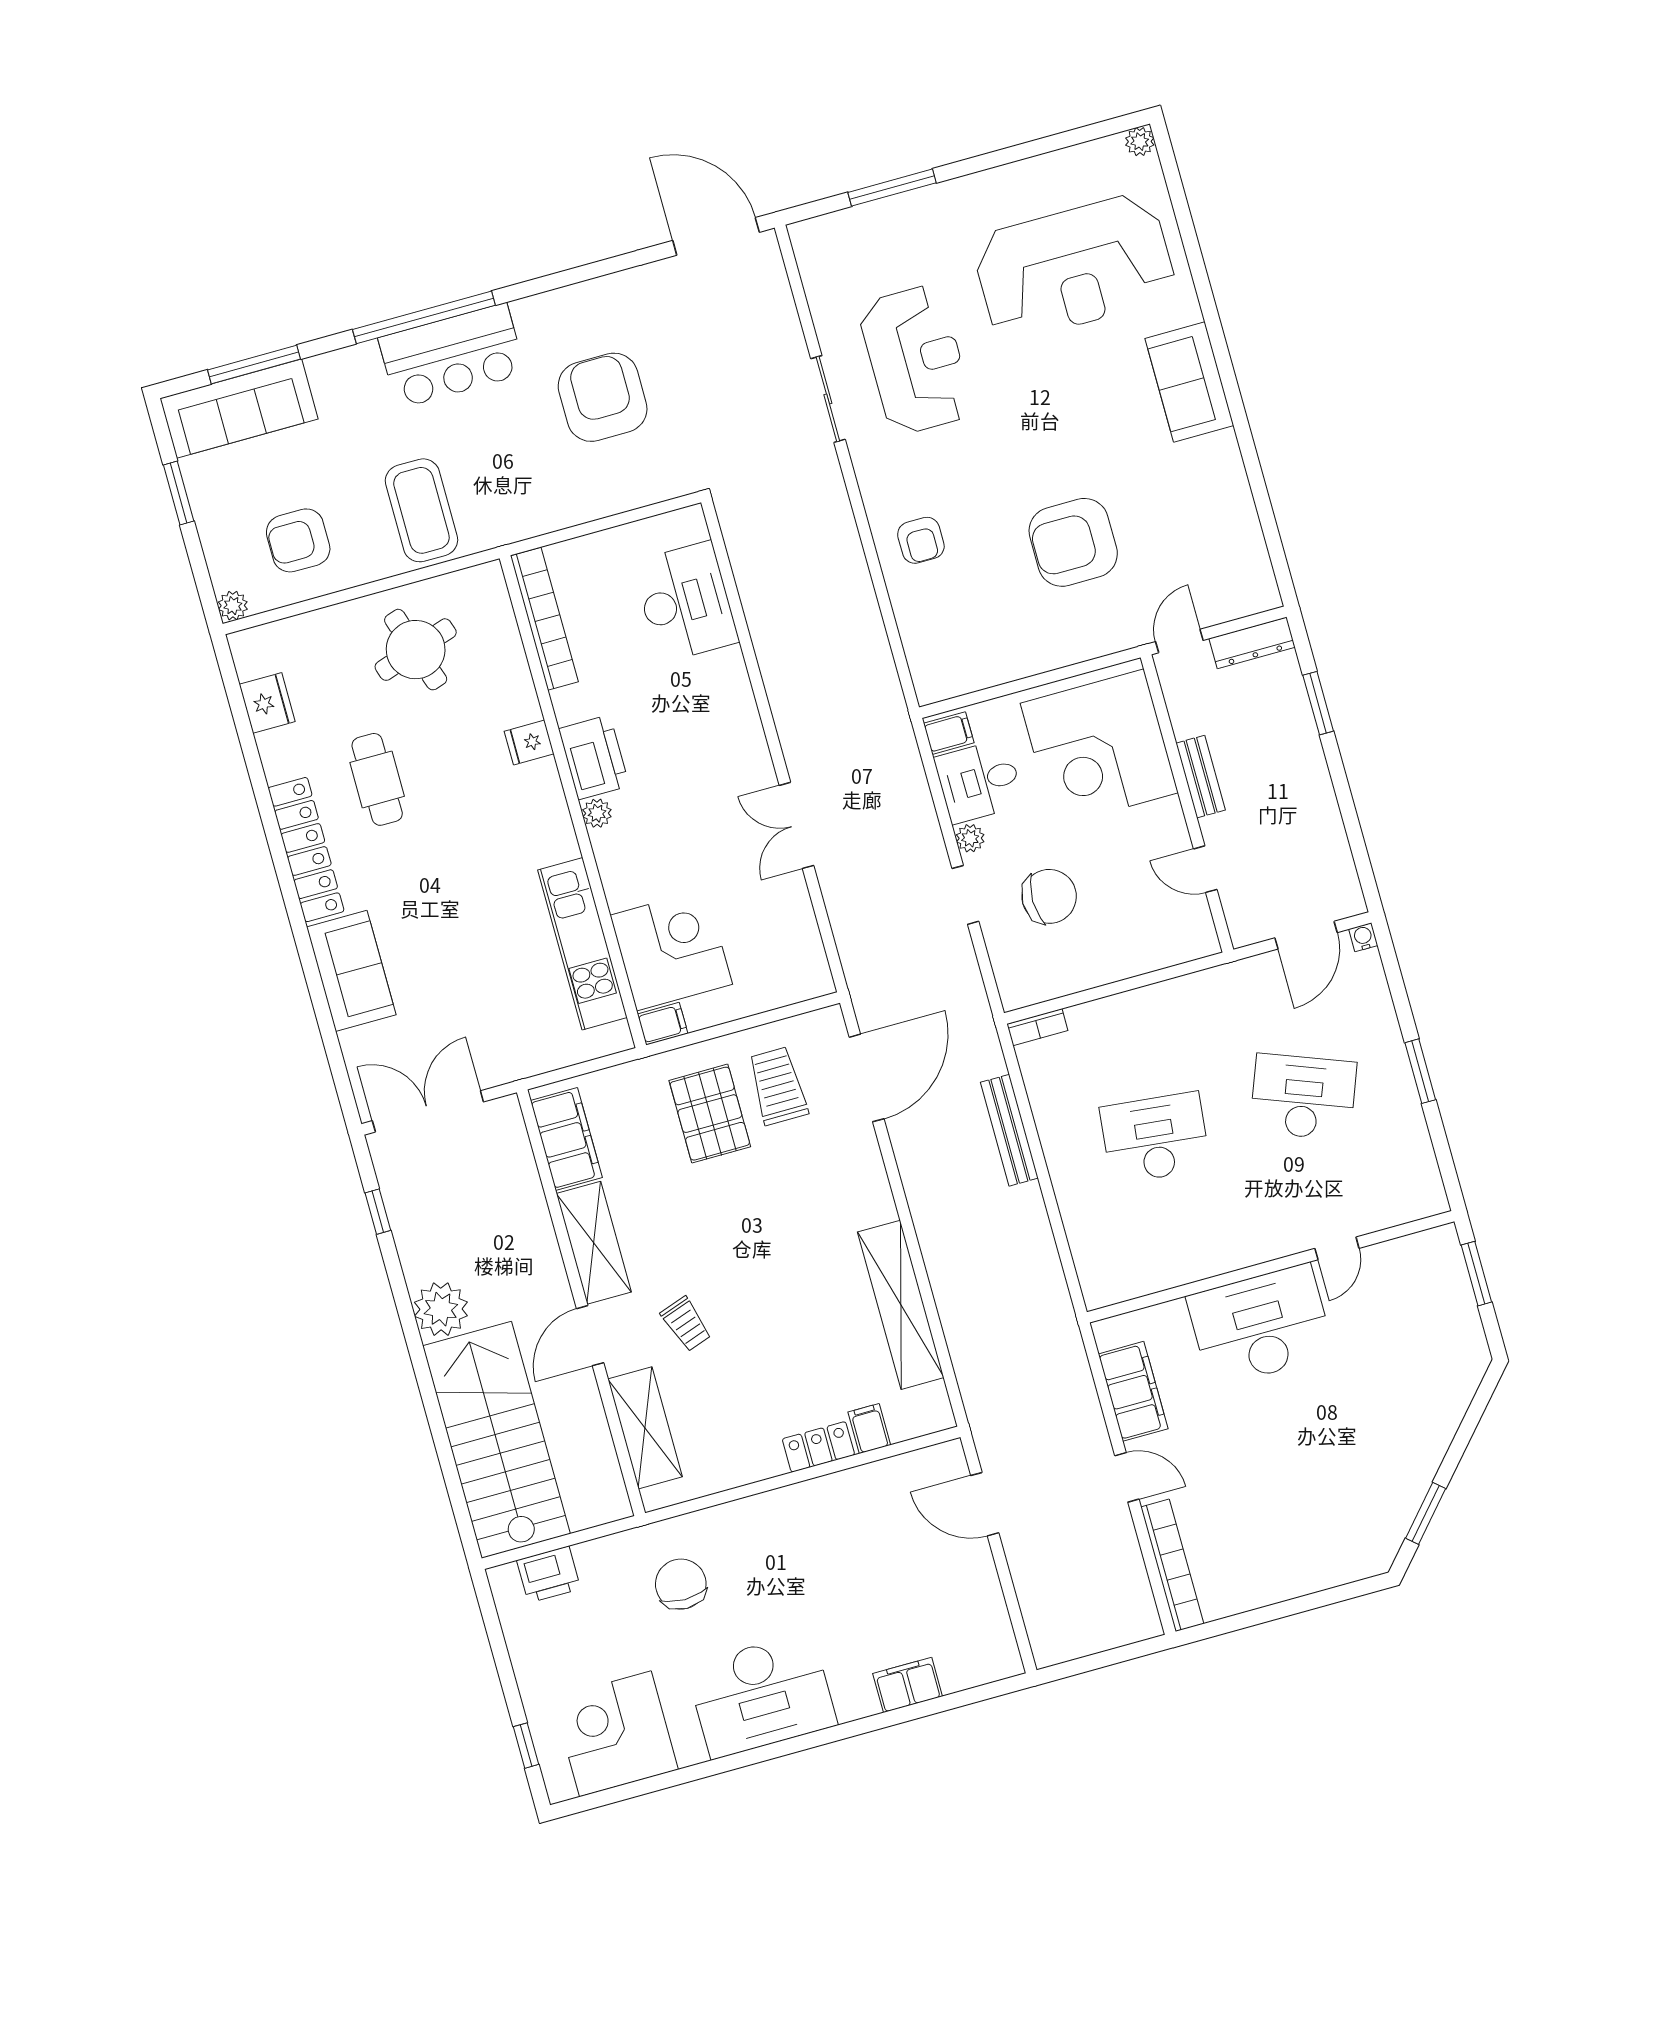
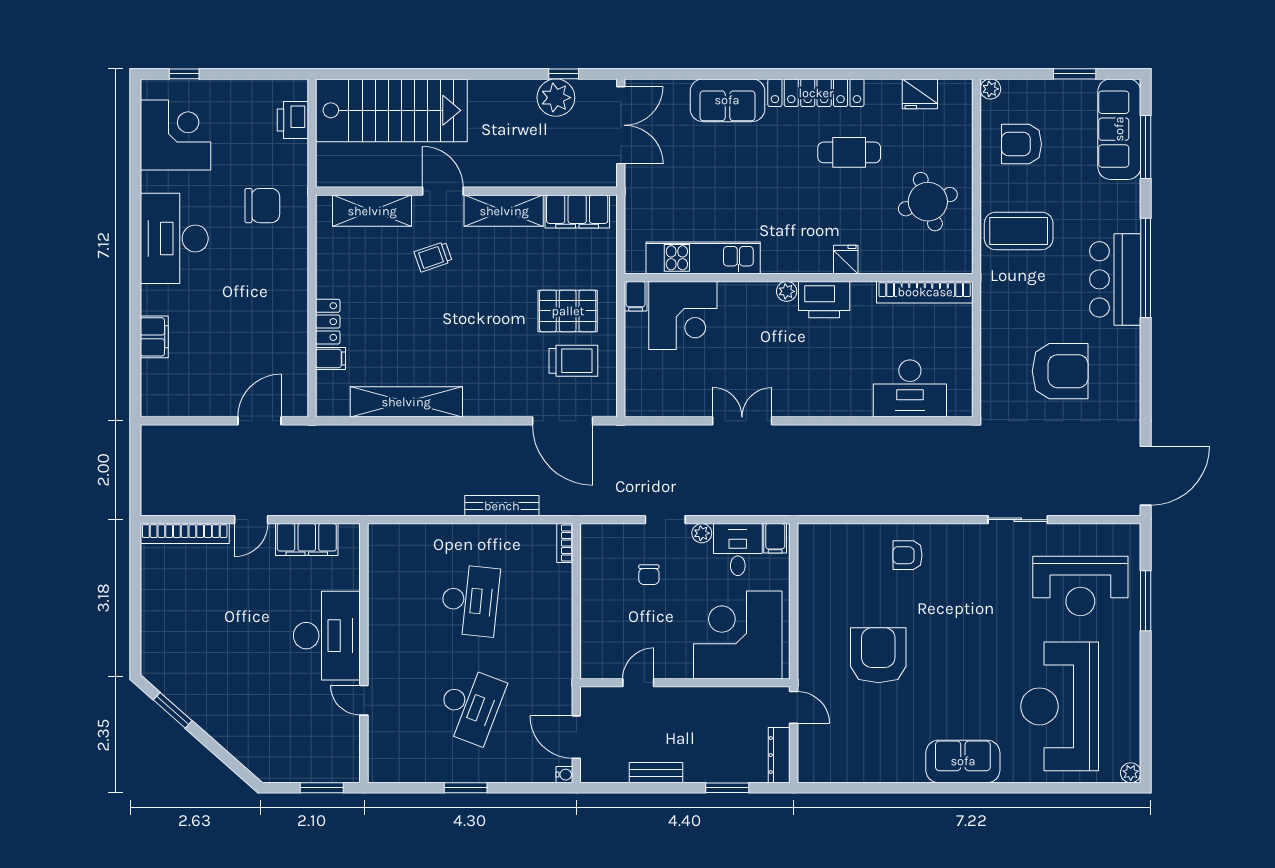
reception desk: (916, 360) -> (1080, 586), moved
armchair: (298, 540) -> (1021, 144), turned -90
bench: (1201, 777) -> (656, 773), moved
chair: (1049, 896) -> (649, 575), width x0.54, depth x0.54
plant: (441, 1309) -> (556, 98), moved

